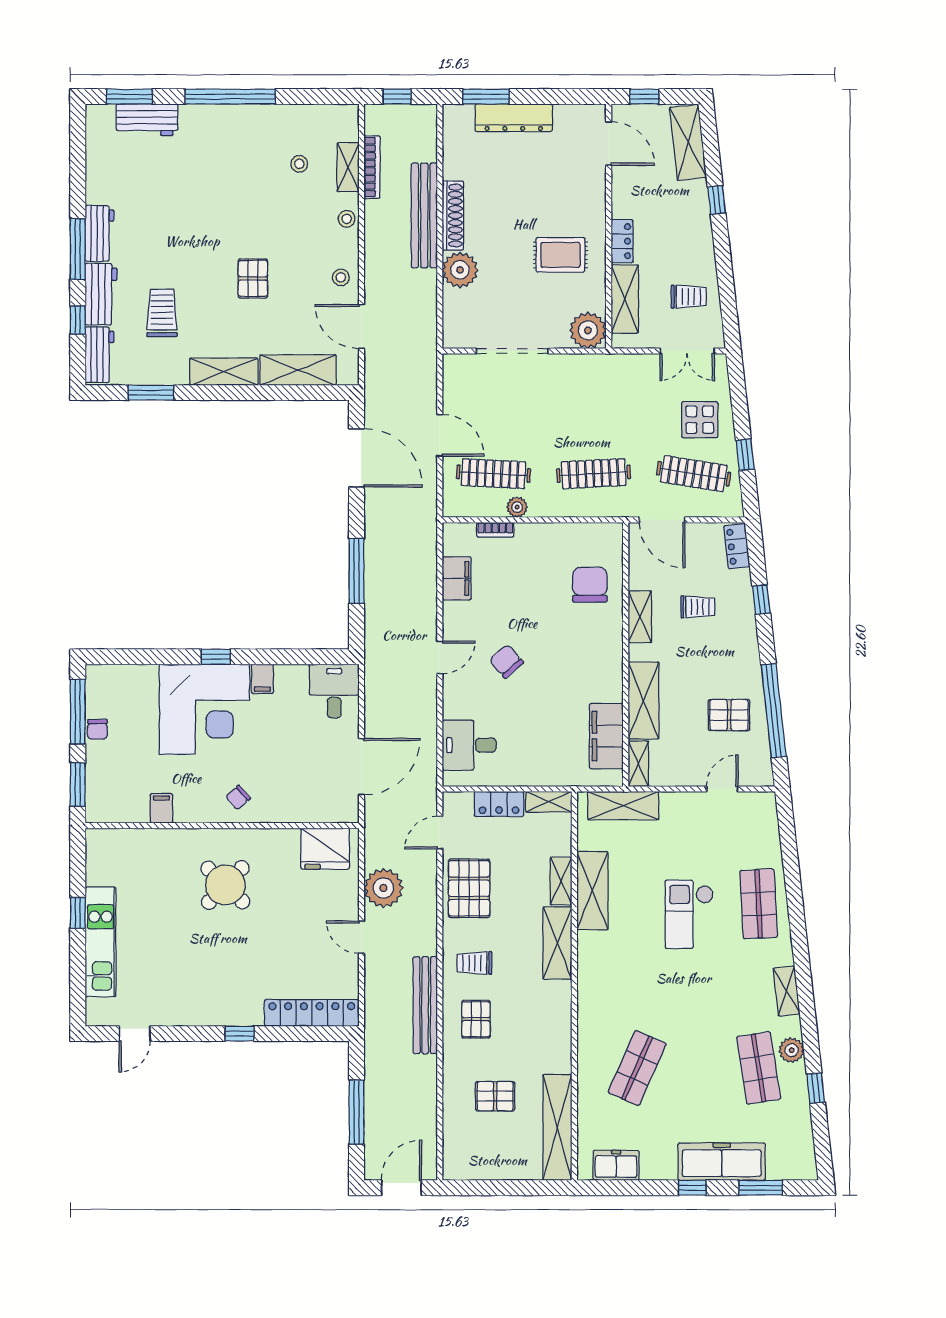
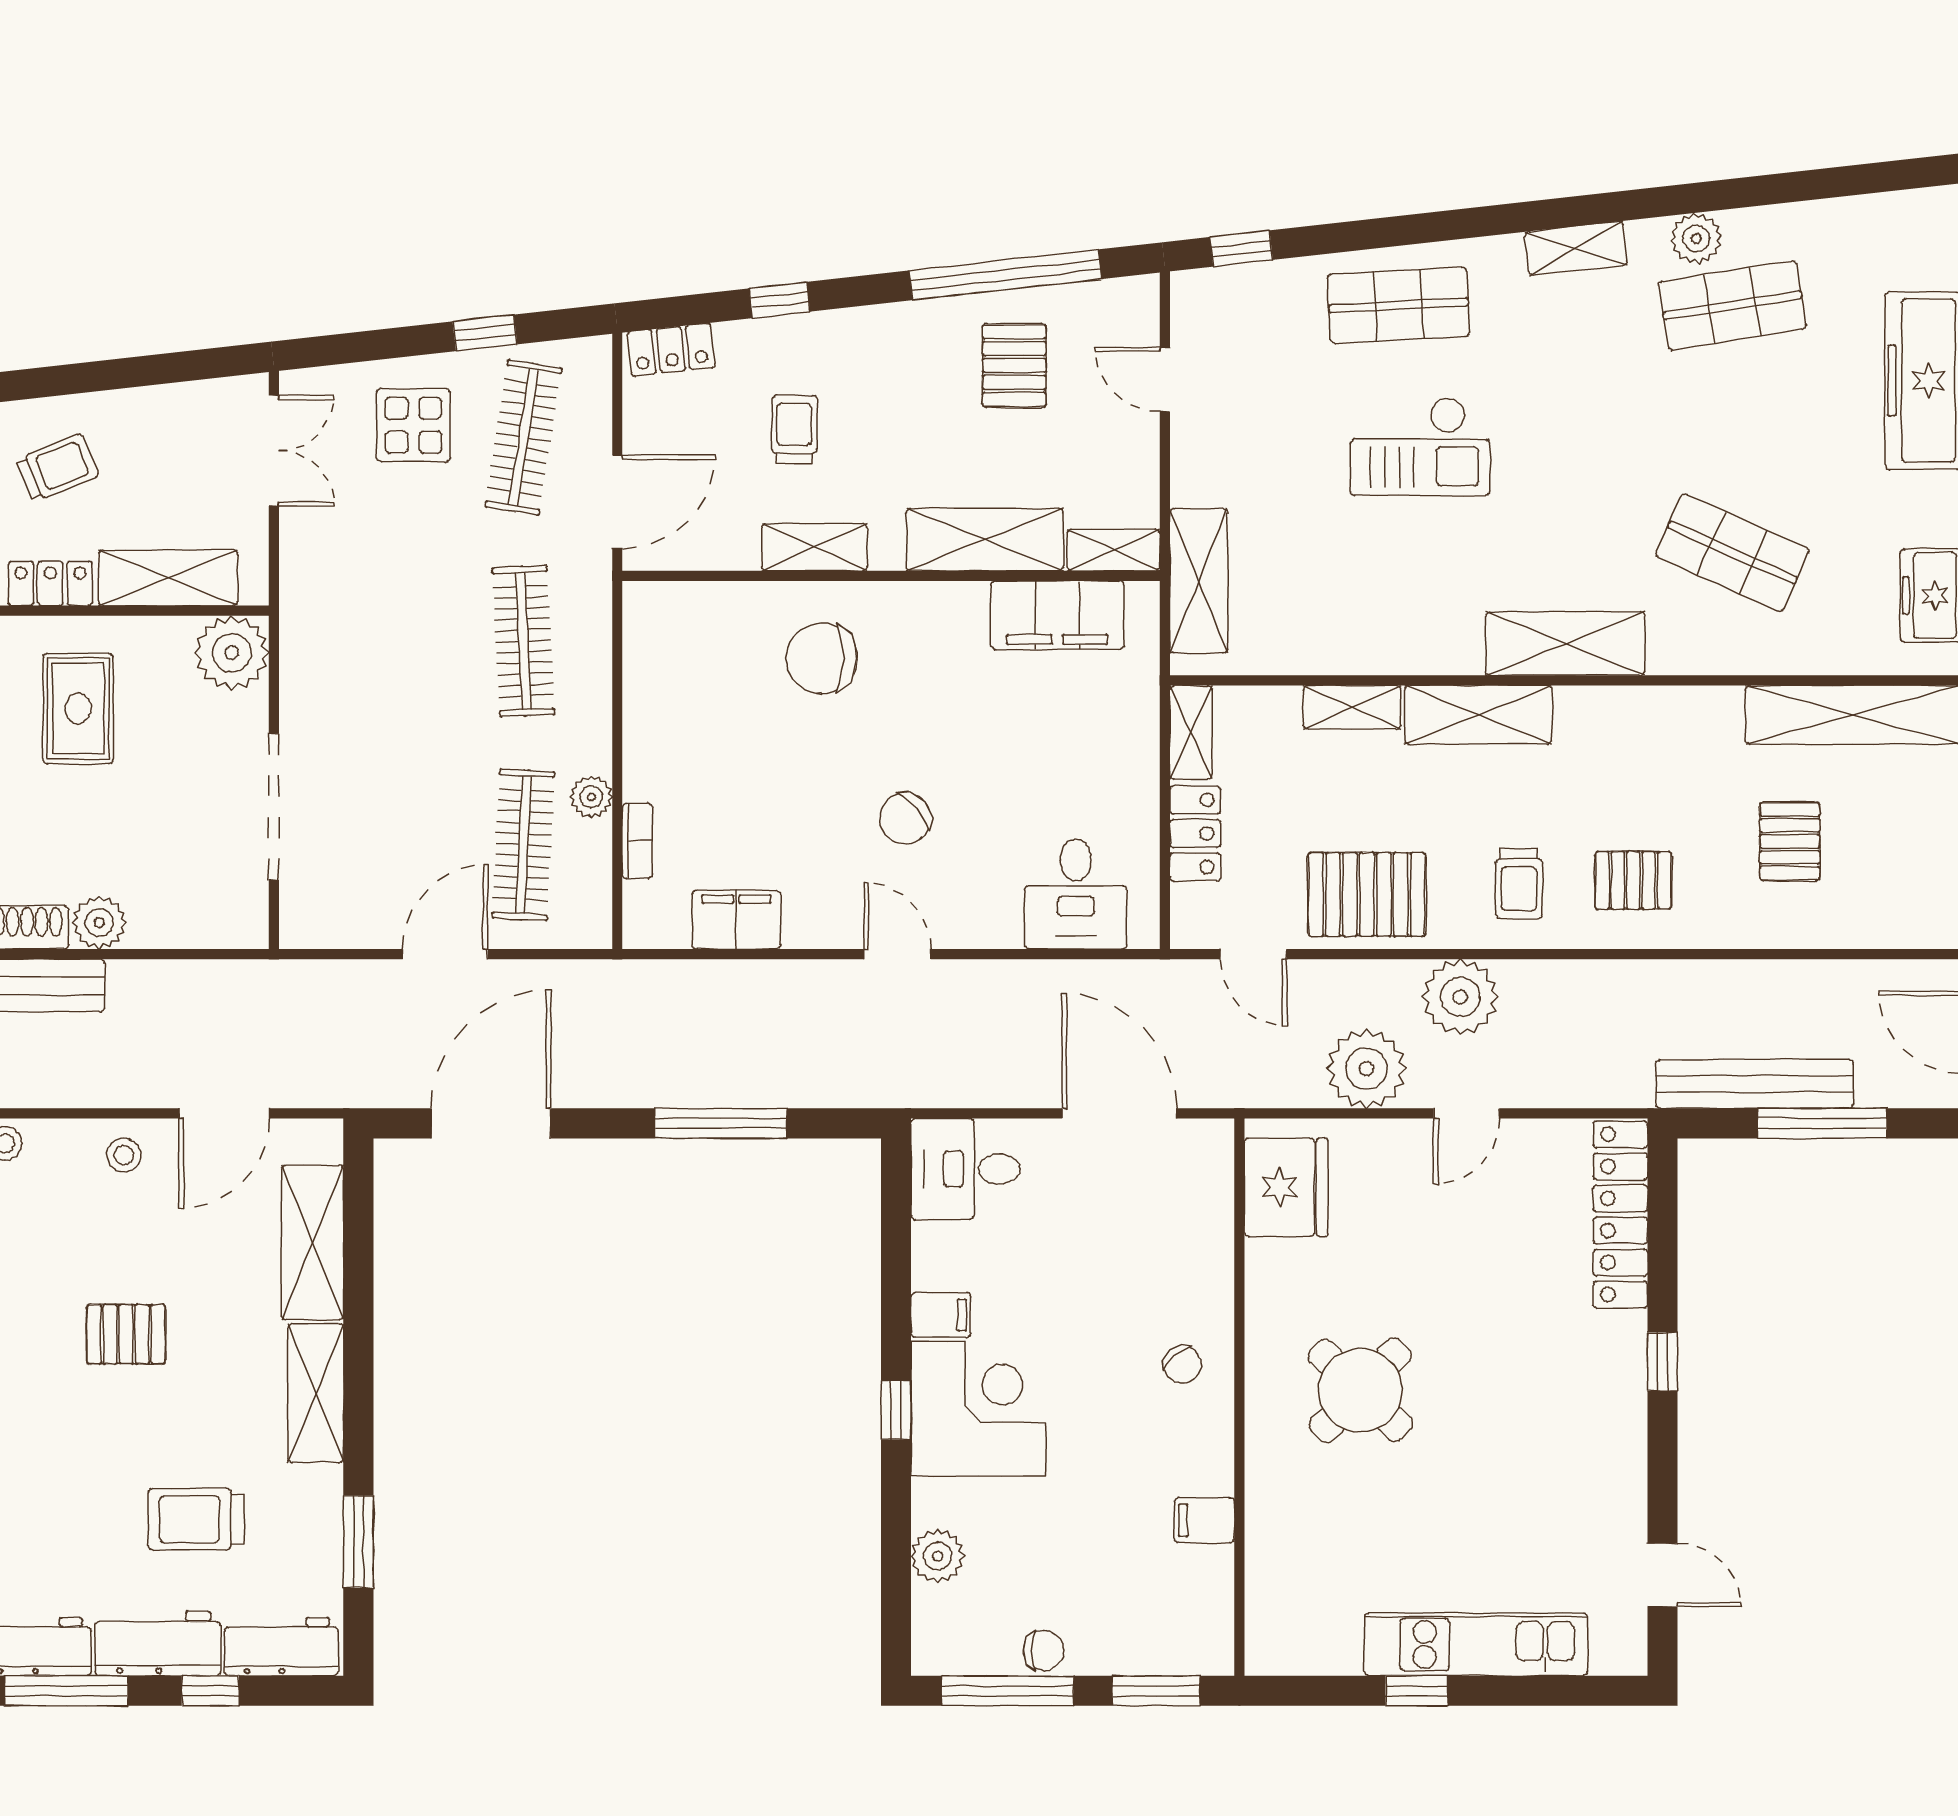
plant: (460, 270) -> (99, 923), width x0.73, depth x0.73
trolley: (689, 297) -> (58, 468), moved, turned 68
chair: (590, 585) -> (822, 658), moved
plant: (144, 677) -> (938, 1556), added
corner desk: (204, 709) -> (978, 1409), width x0.74, depth x0.74
shelving: (592, 891) -> (1565, 644), moved
plant: (419, 934) -> (1460, 997), added
bench: (425, 1005) -> (1755, 1084), moved
window: (816, 1088) -> (1241, 248), moved

